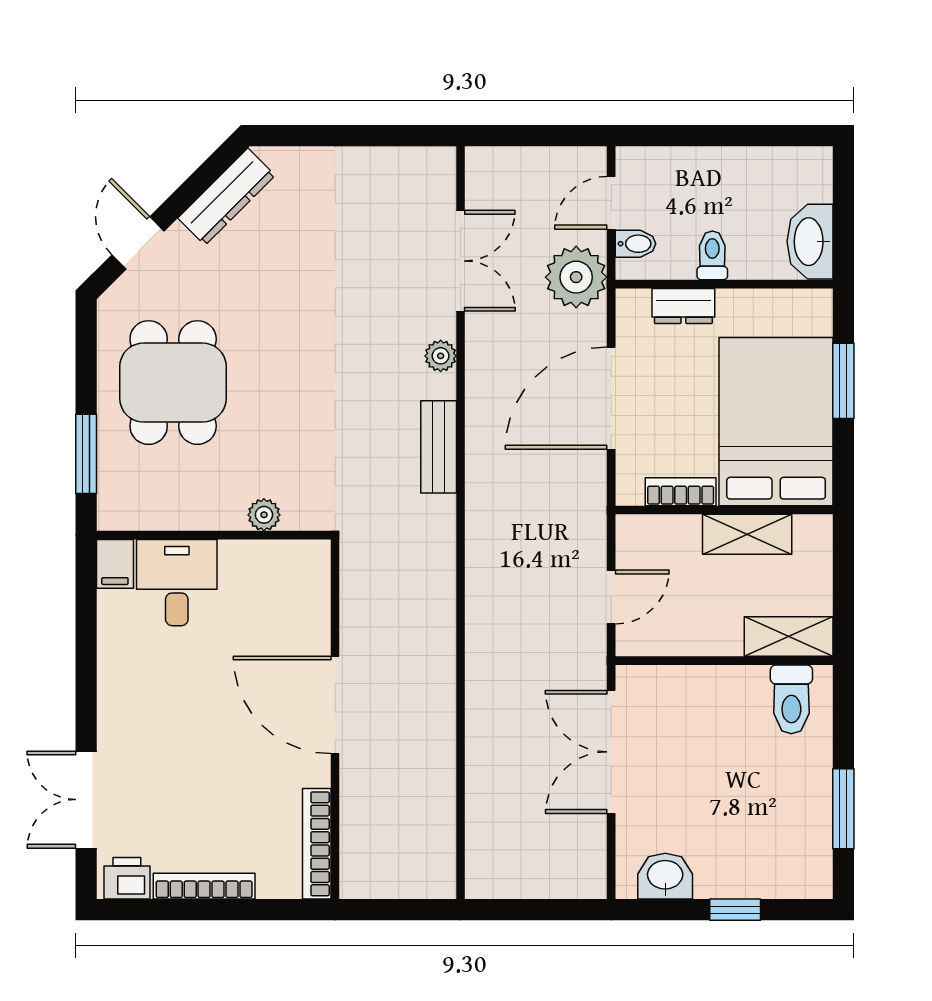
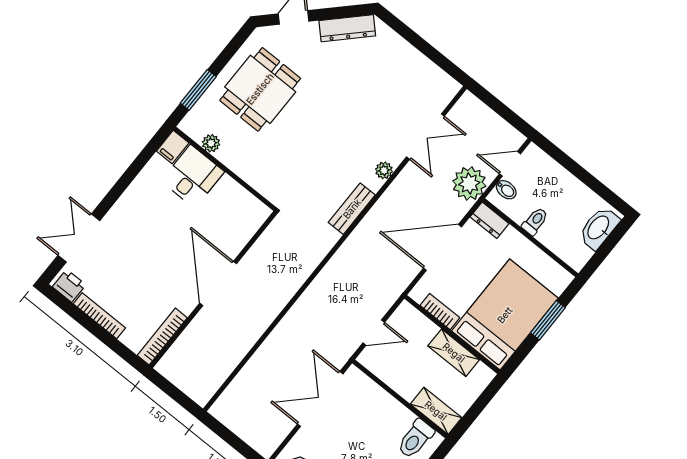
washbasin: (810, 242) -> (599, 228), moved
dresser: (683, 306) -> (490, 220), moved
plant: (264, 515) -> (211, 143), moved

